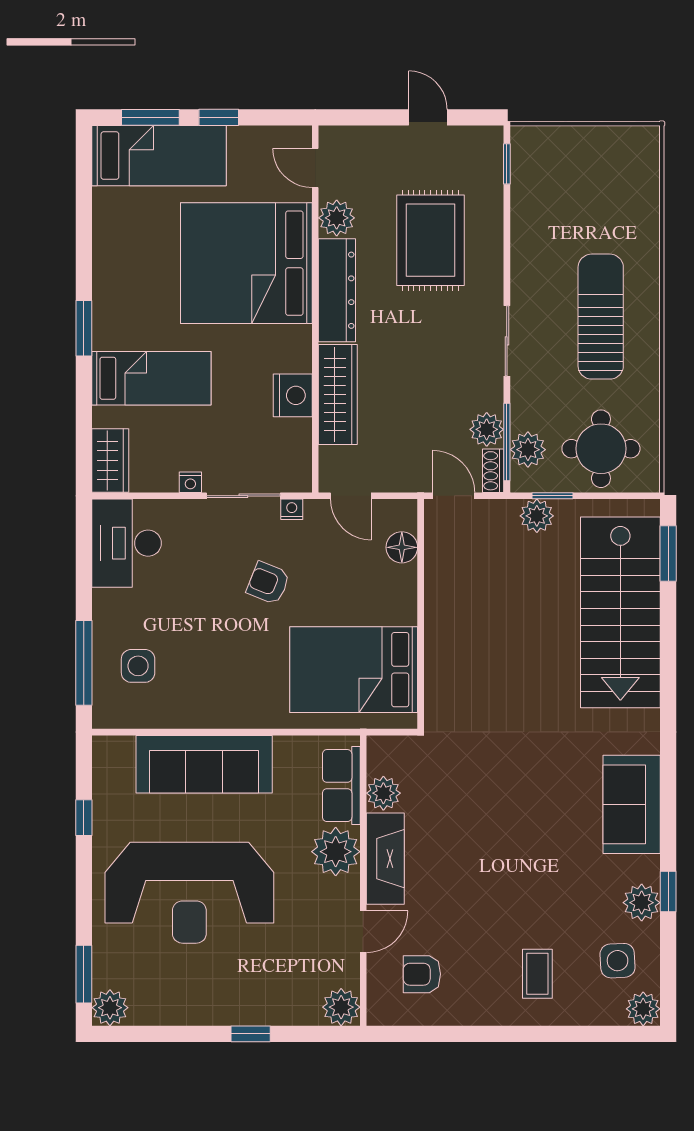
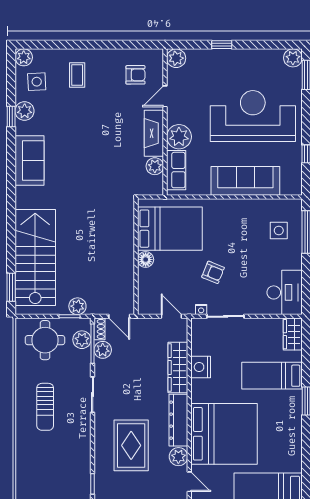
sun lounger: (601, 317) -> (45, 407), width x0.73, depth x0.75
nightstand: (190, 482) -> (252, 323), removed
floor lamp: (402, 547) -> (146, 260), moved

